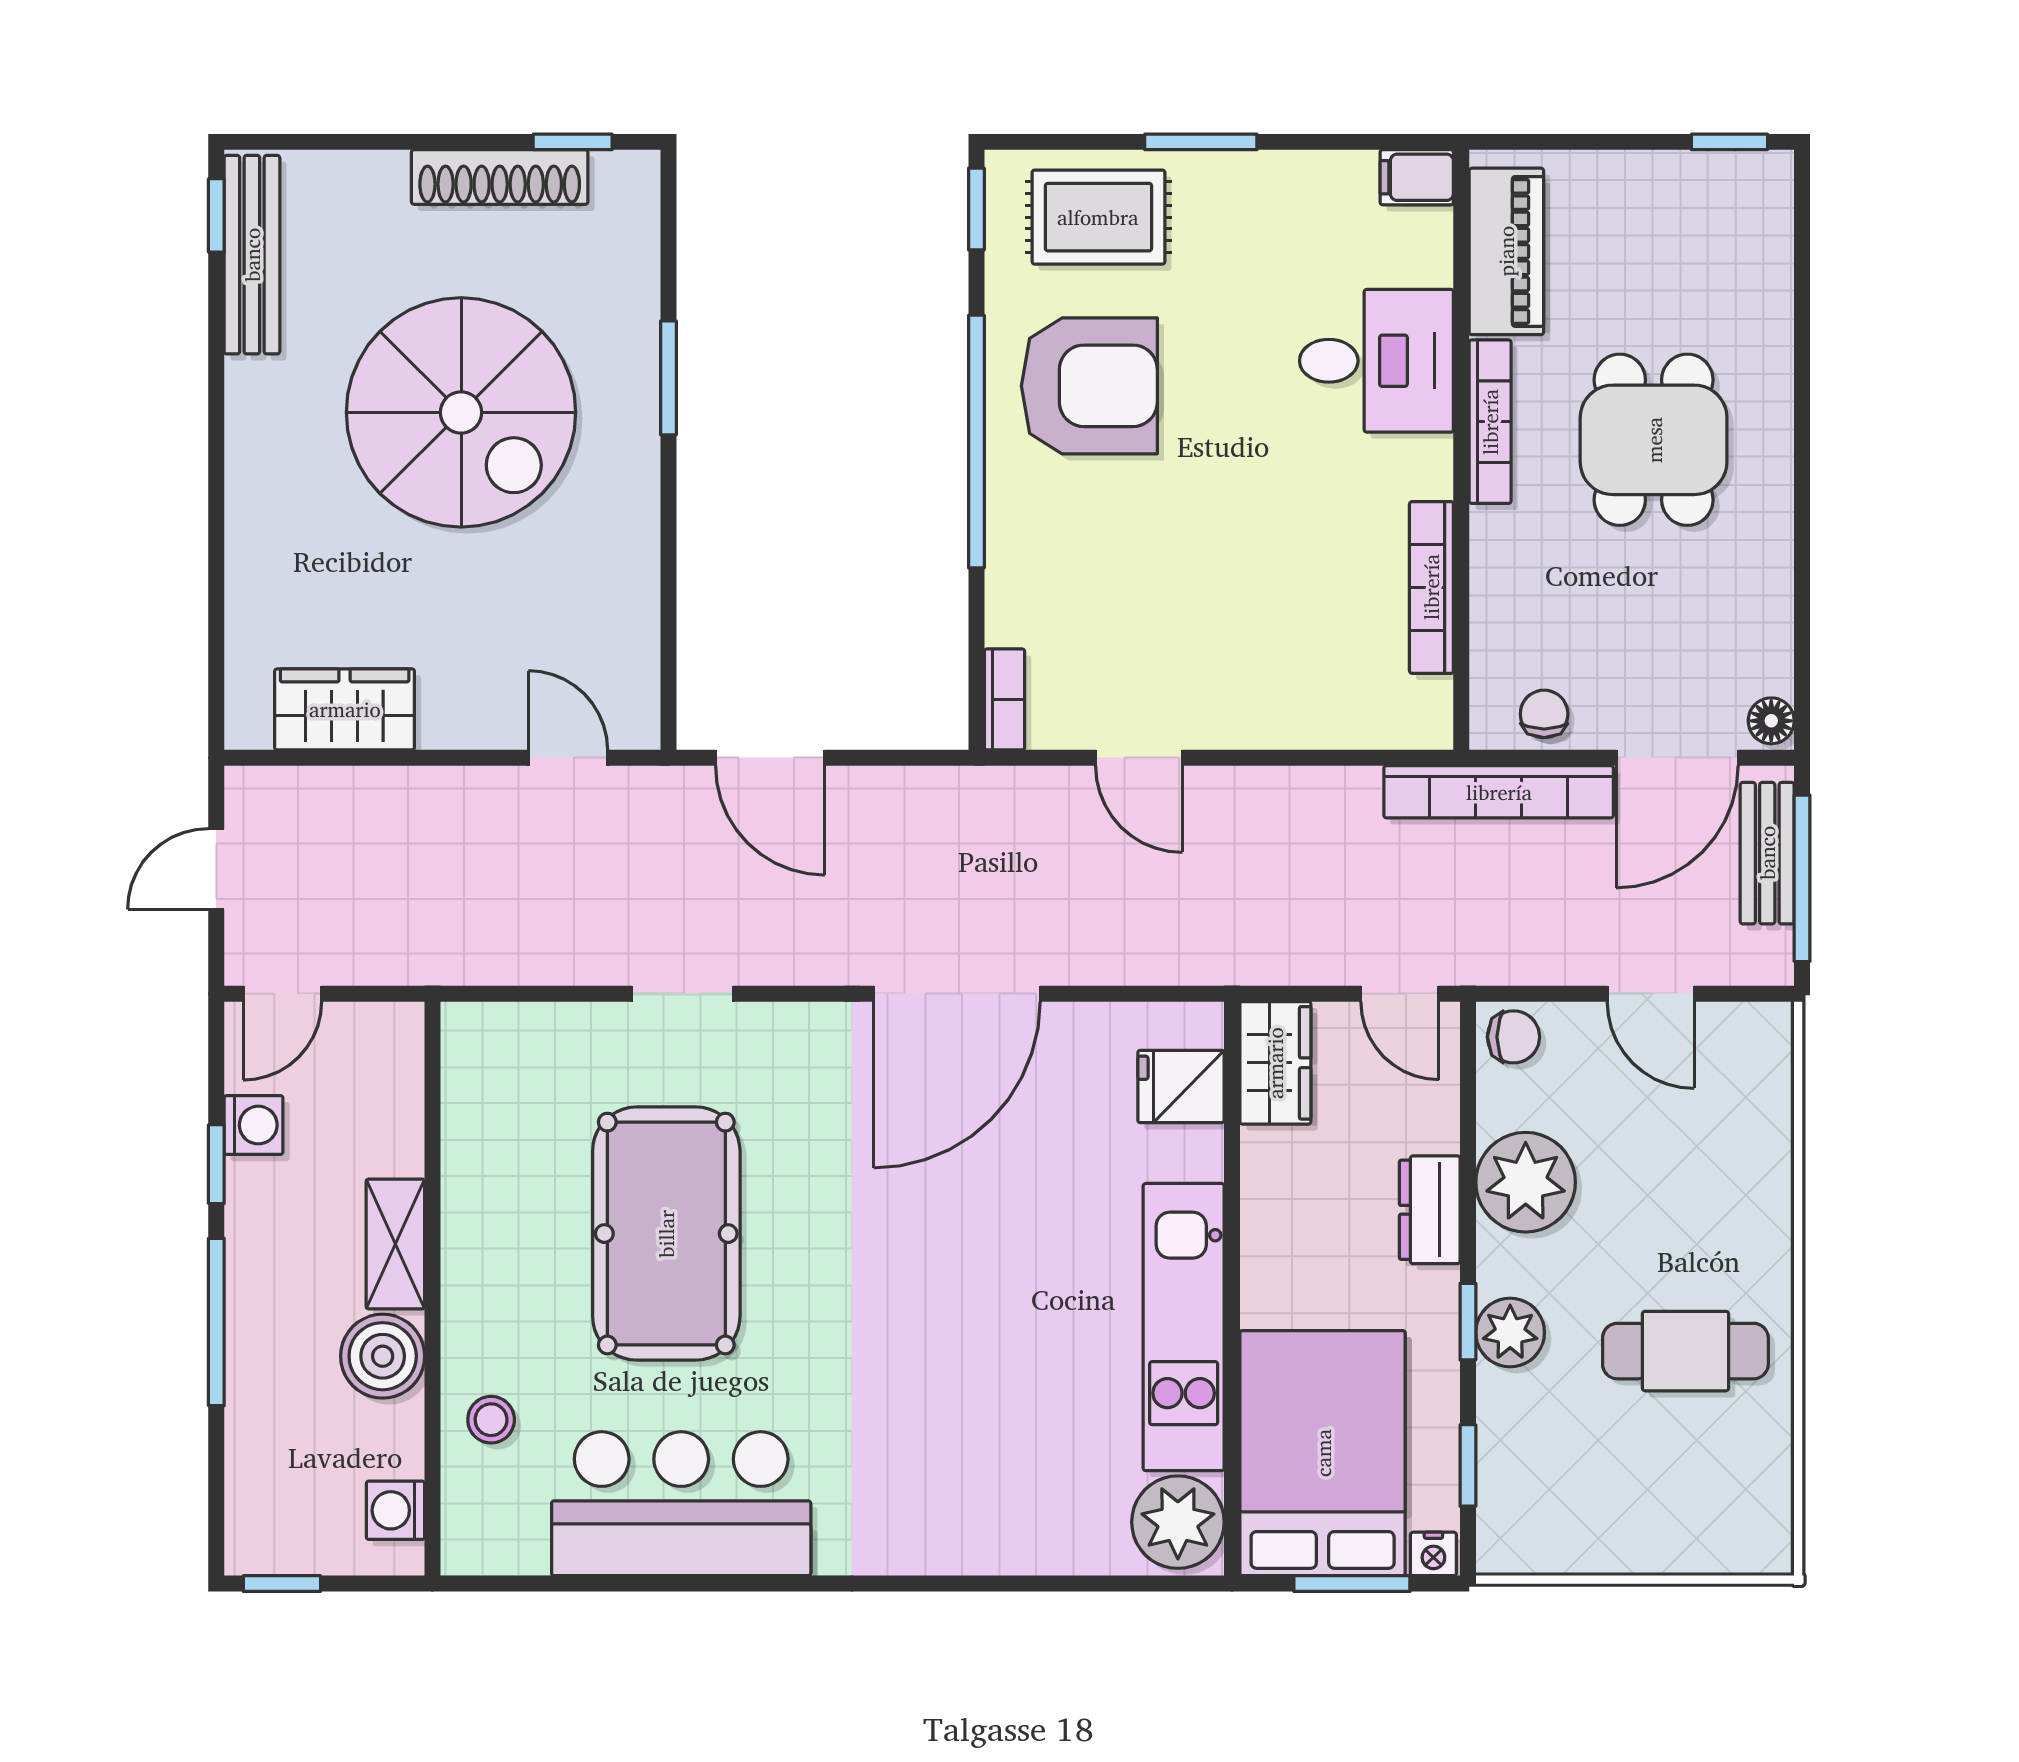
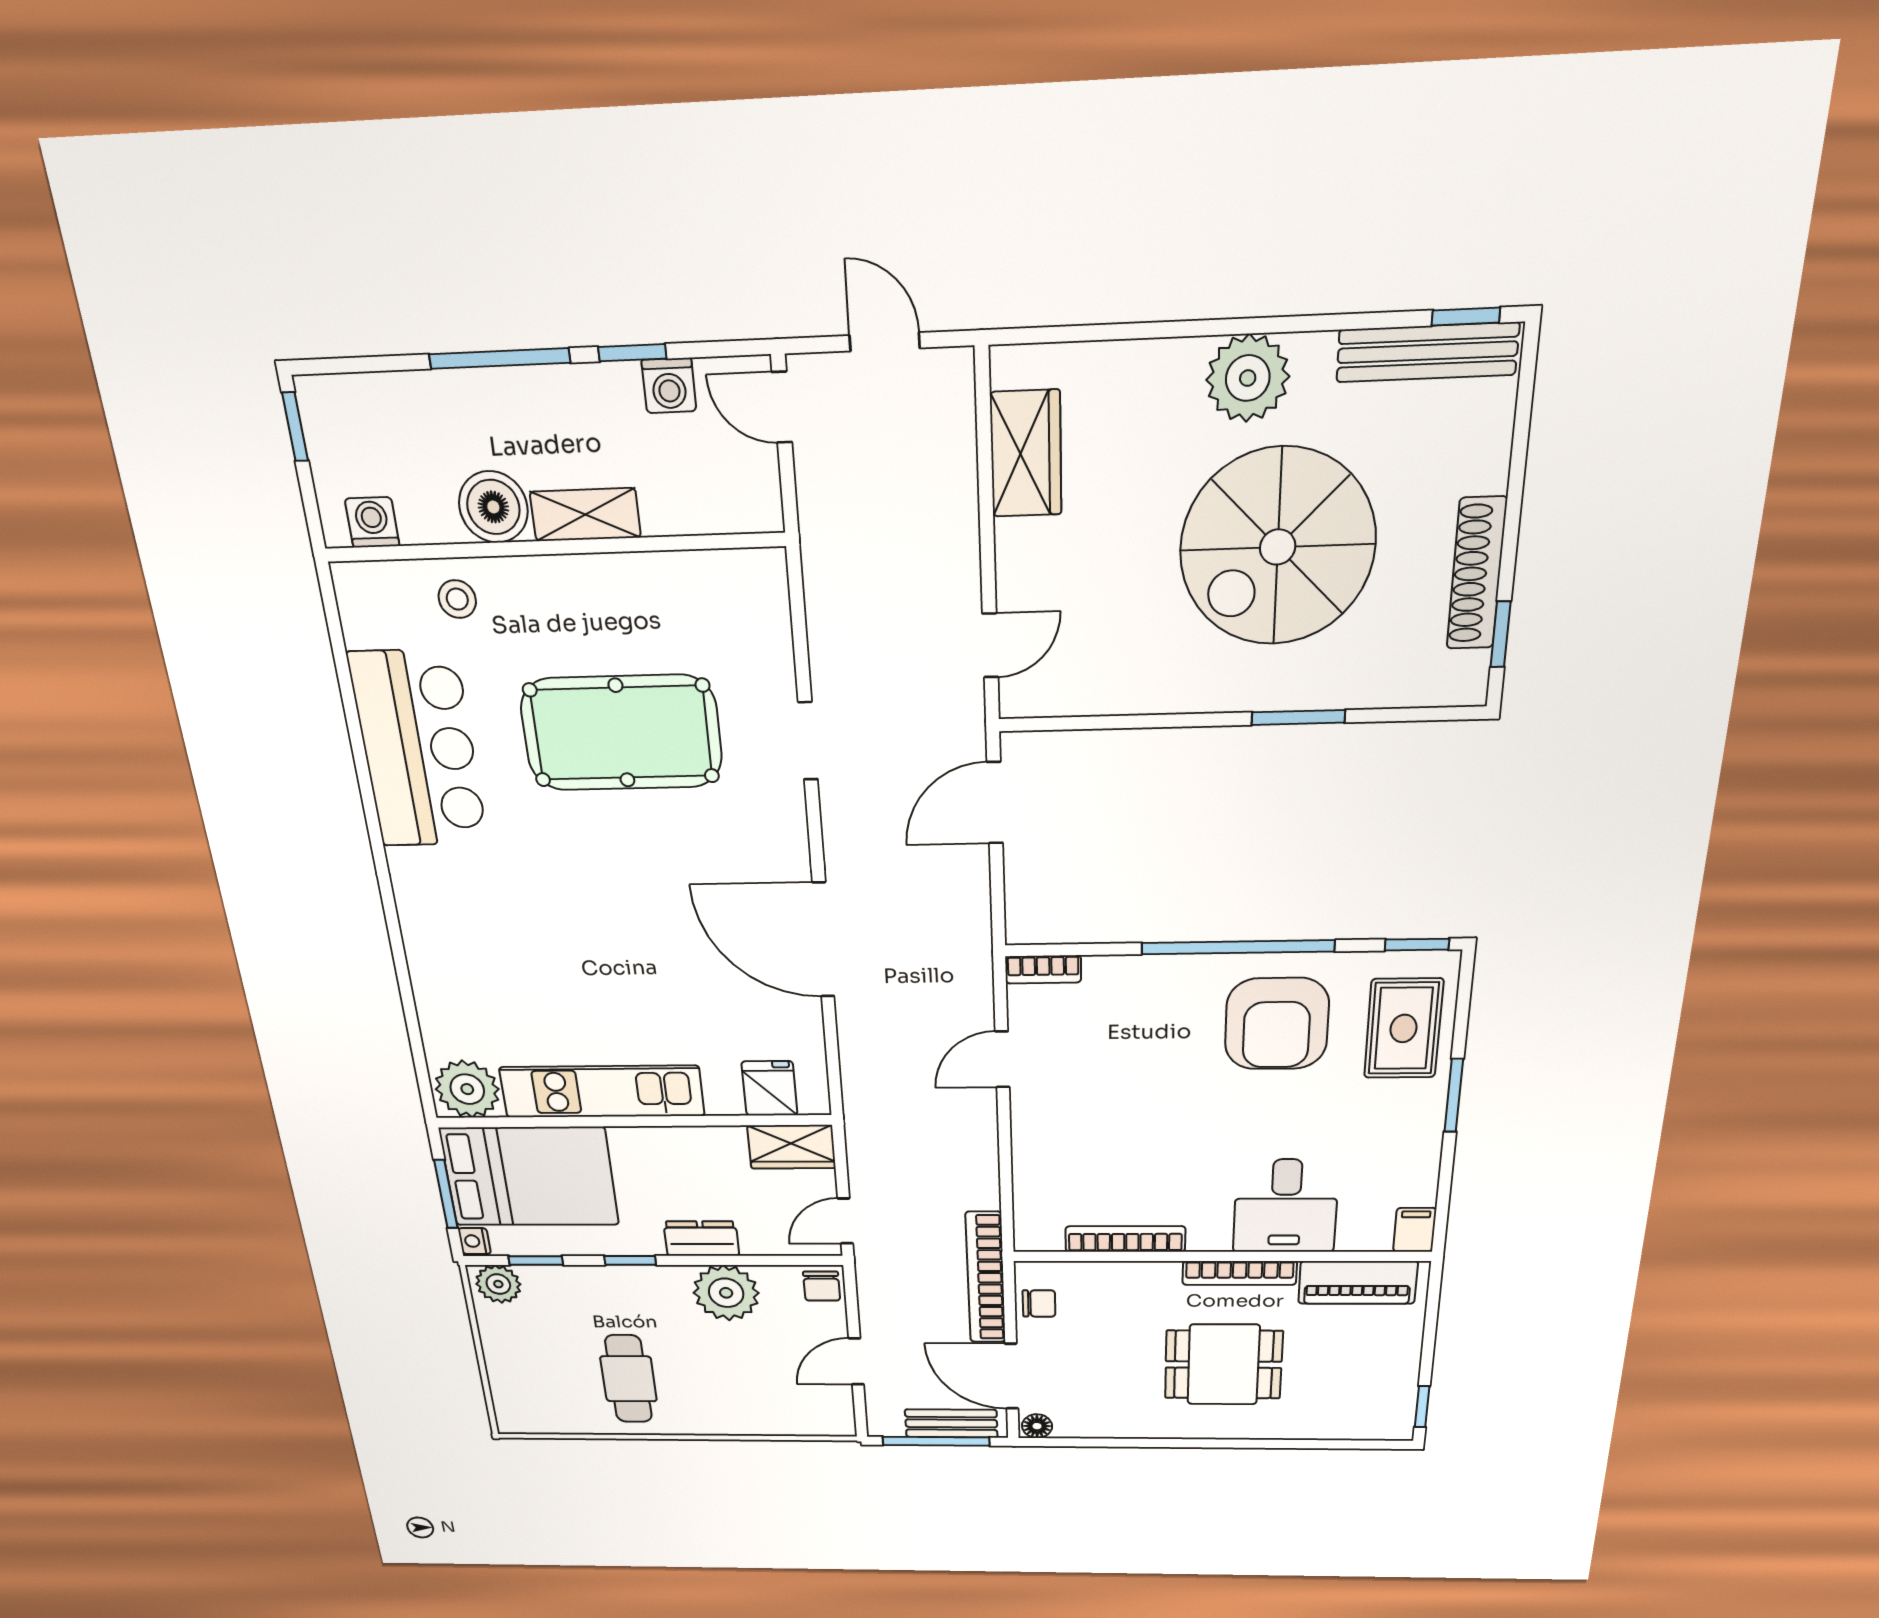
plant: (271, 455) -> (1248, 378), added
plant: (1510, 1332) -> (498, 1284), moved

